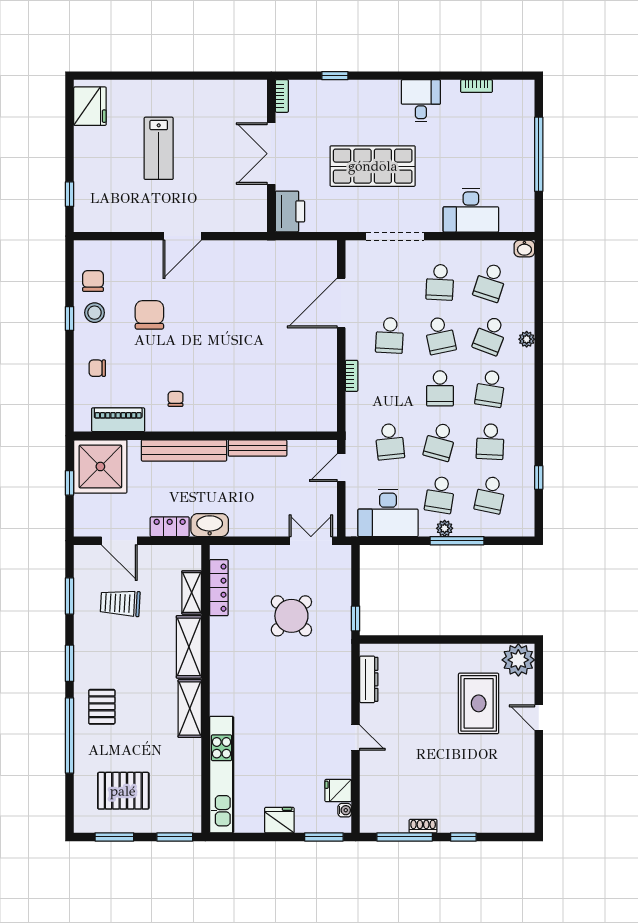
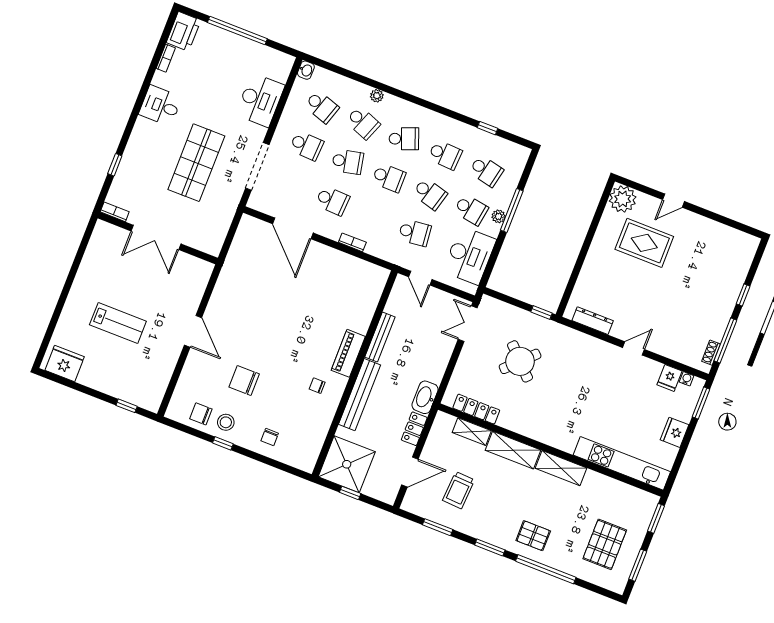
printer: (290, 211) -> (184, 31), moved, turned 90
school desk: (490, 388) -> (404, 139), turned -30
piano: (118, 420) -> (348, 353), moved
shoe rack: (423, 826) -> (711, 353), moved

